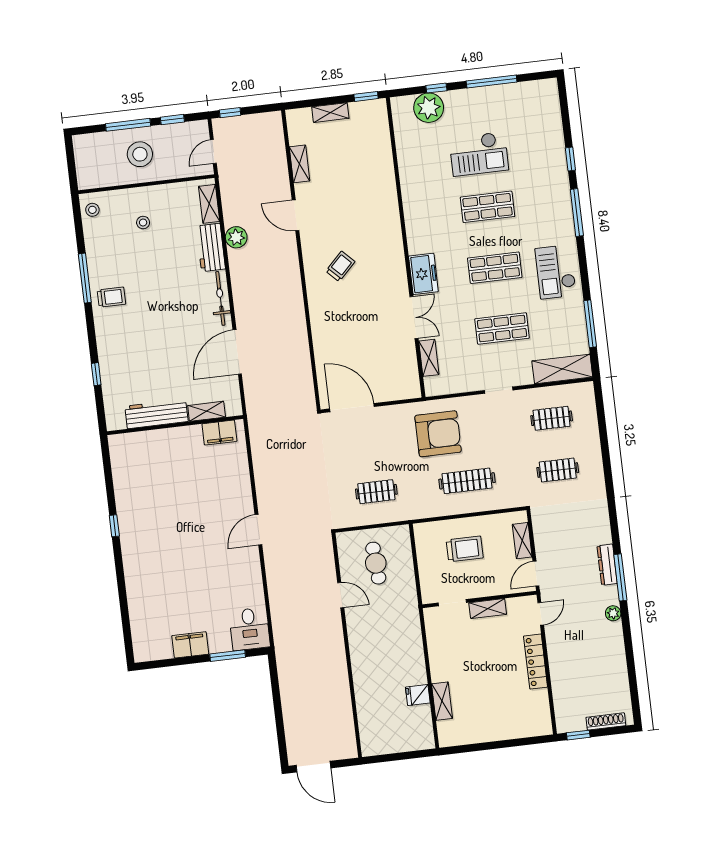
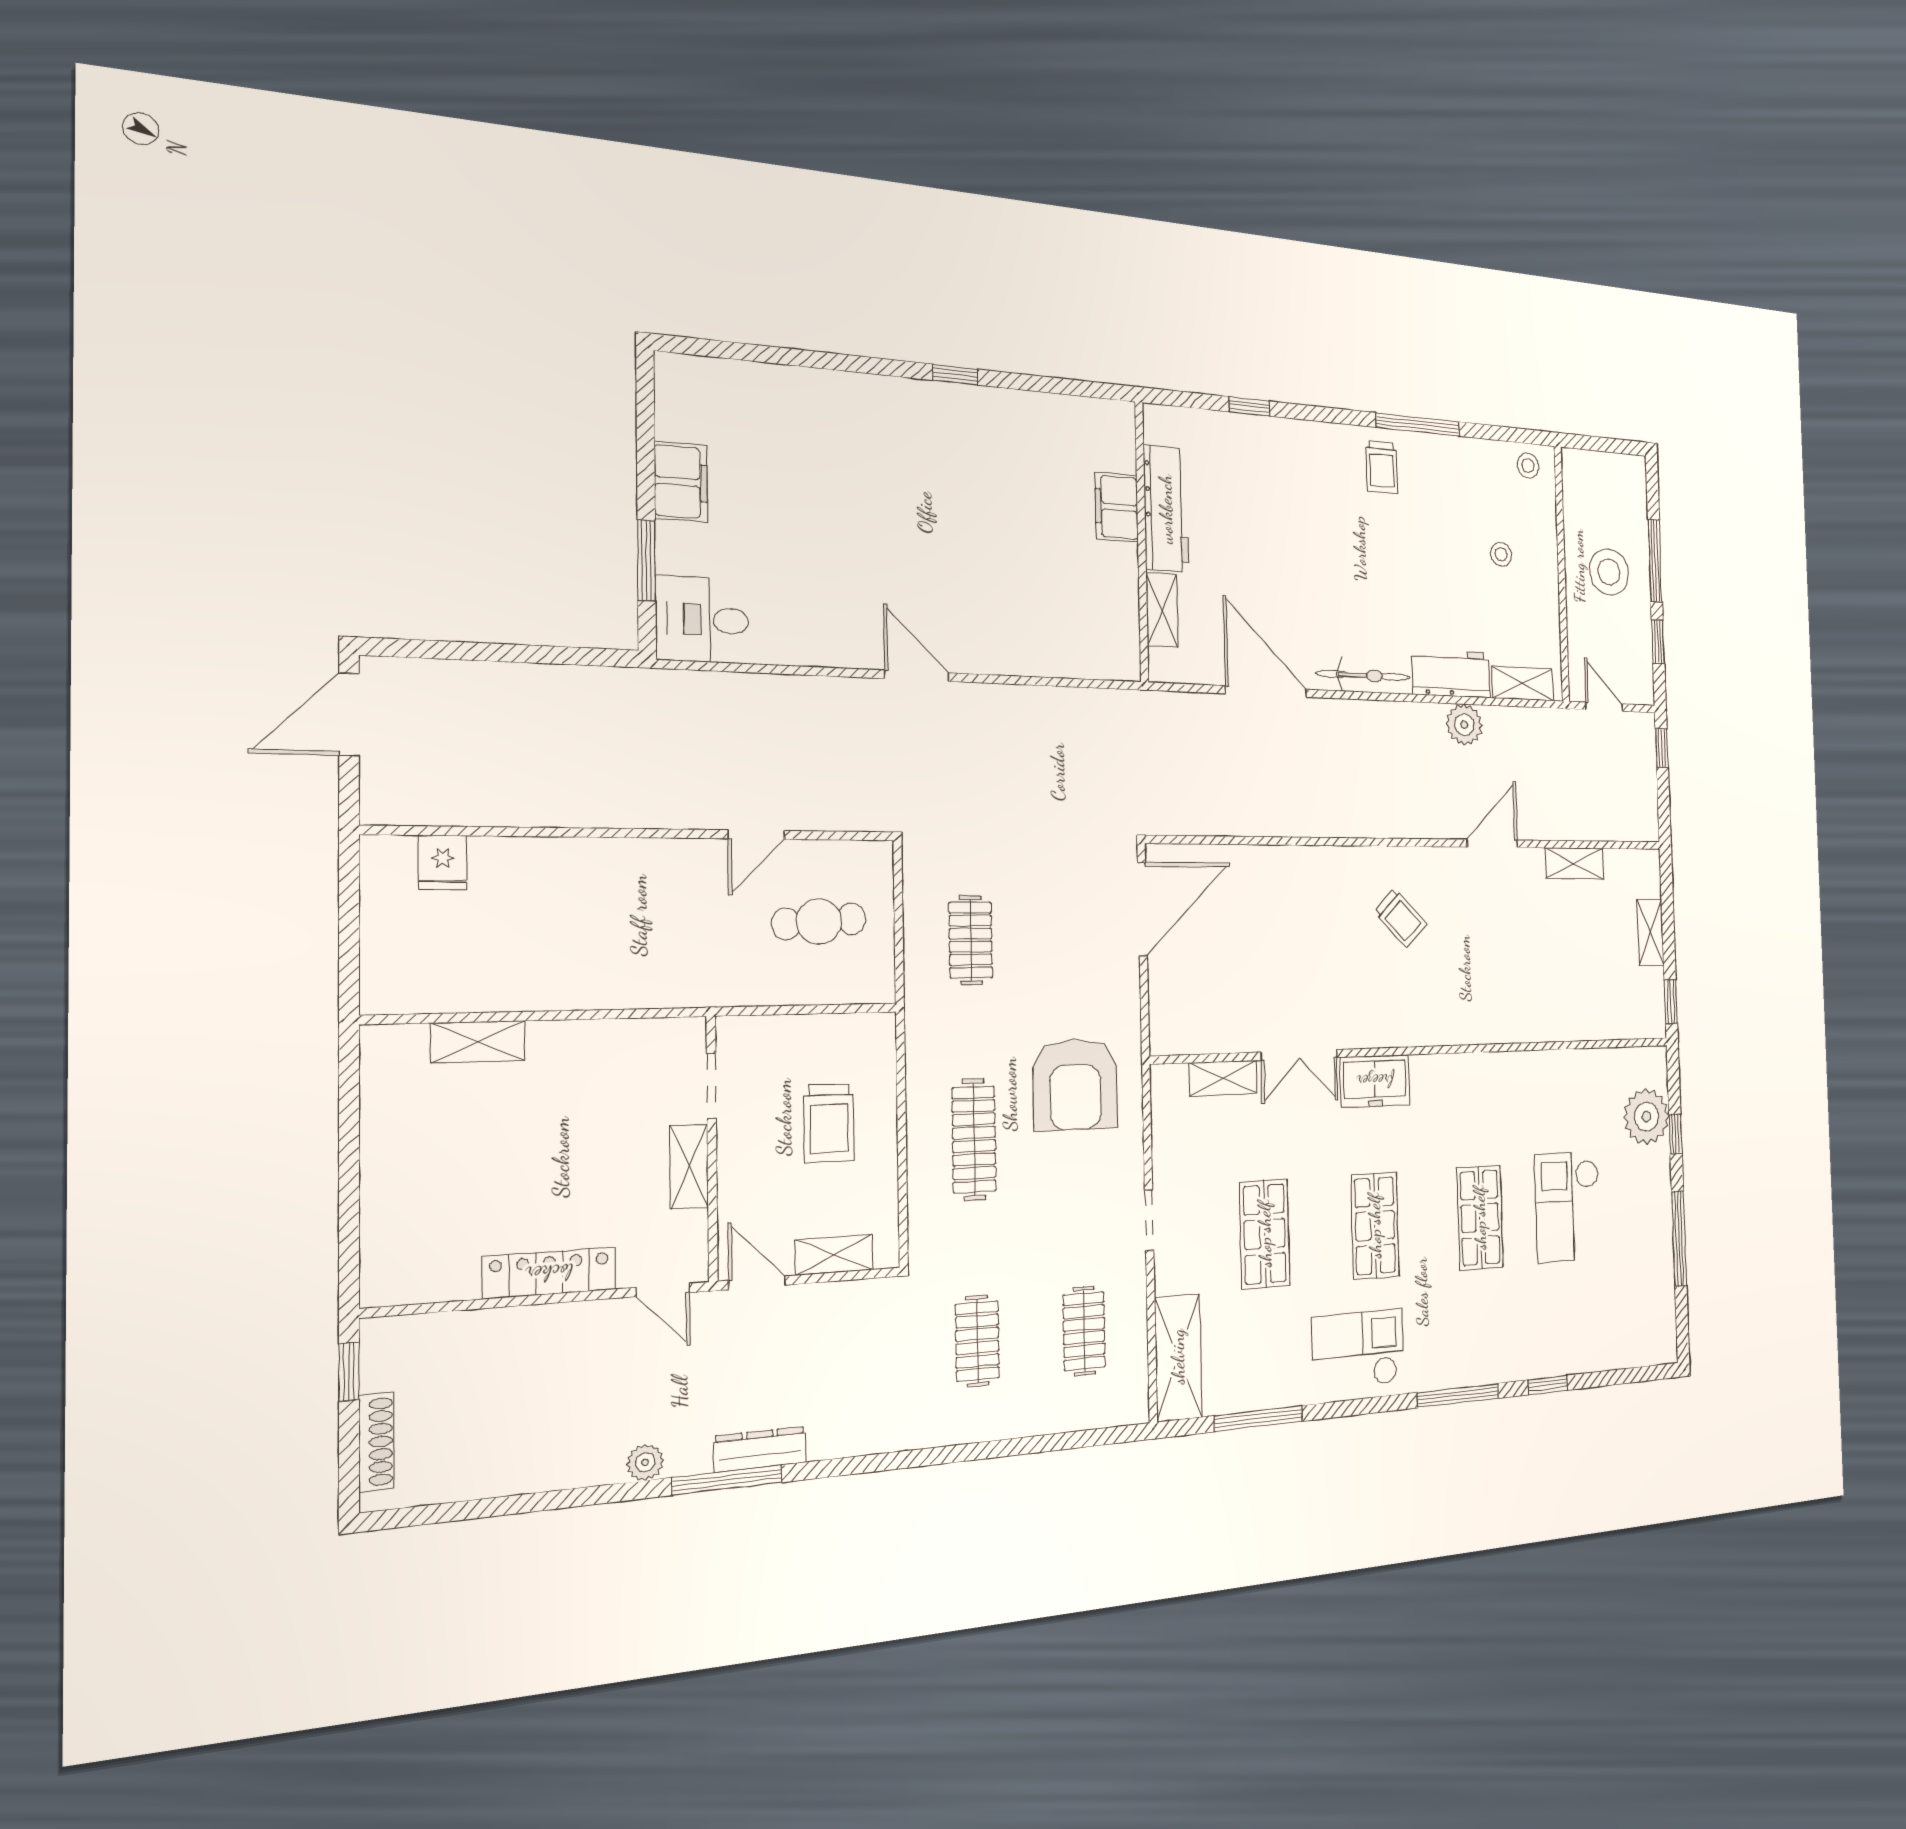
filing cabinet: (219, 433) -> (1117, 507), moved
fridge: (418, 695) -> (443, 862), moved, turned 180

